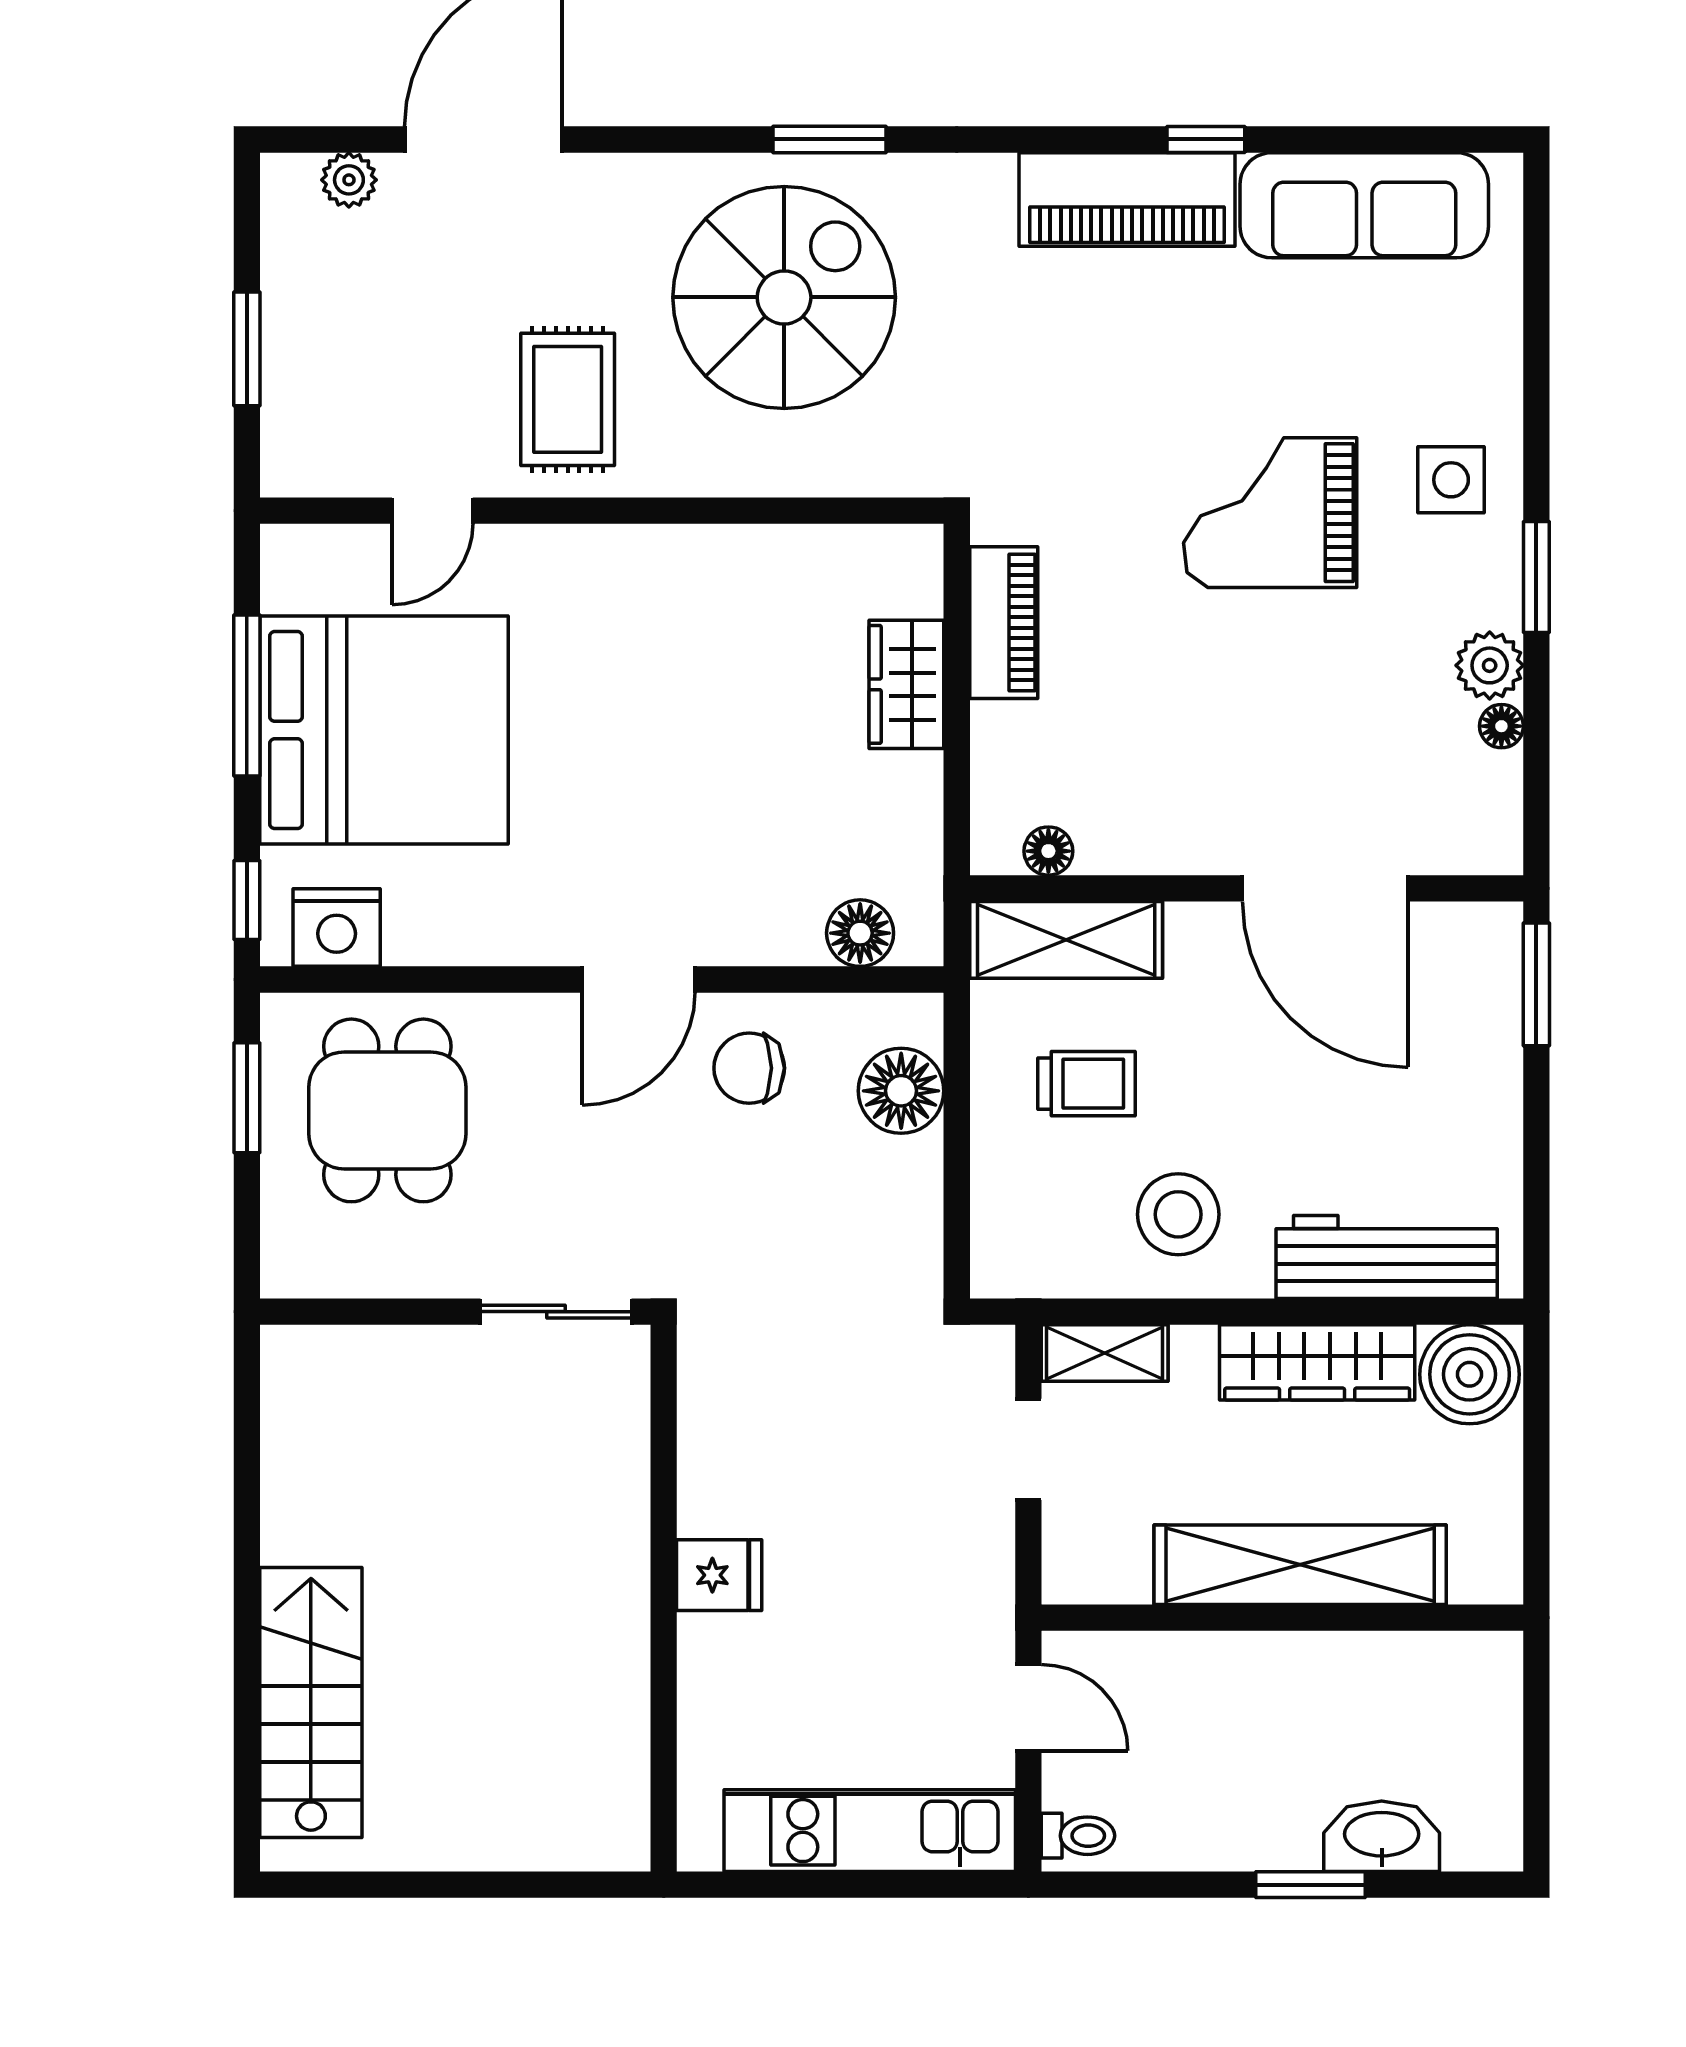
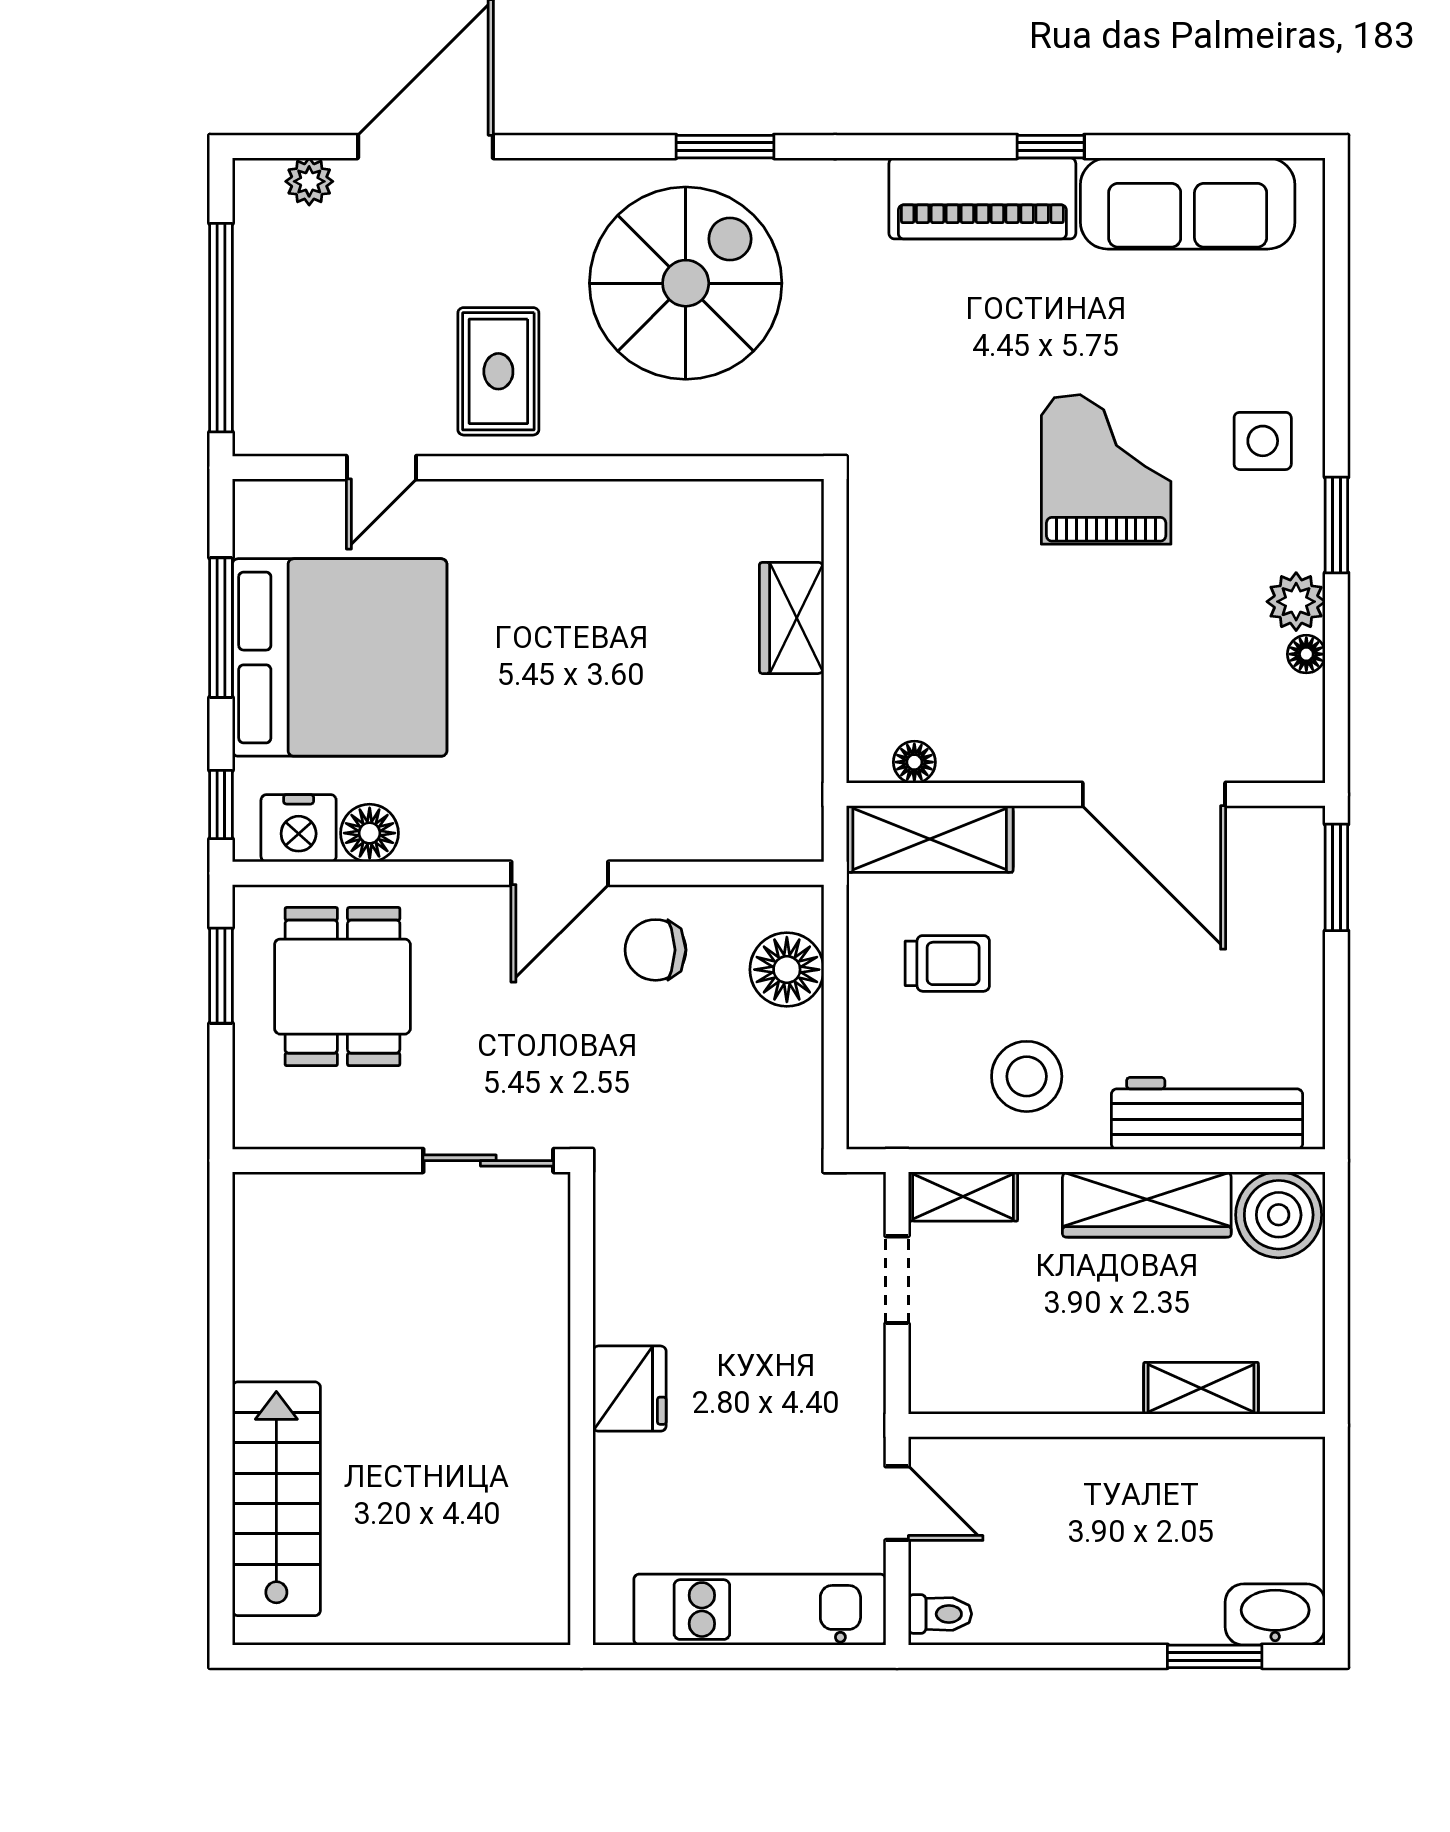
window: (247, 349) -> (221, 328), width x2.11
grand piano: (1270, 513) -> (1106, 469), turned 90
piano: (1004, 623) -> (876, 564), removed
floor lamp: (860, 933) -> (370, 833), moved
shelving: (1300, 1565) -> (1201, 1388), width x0.45, depth x0.75
fridge: (719, 1575) -> (629, 1389), width x1.38
washbasin: (1382, 1836) -> (1275, 1614), moved
window: (1310, 1885) -> (1215, 1656), moved

